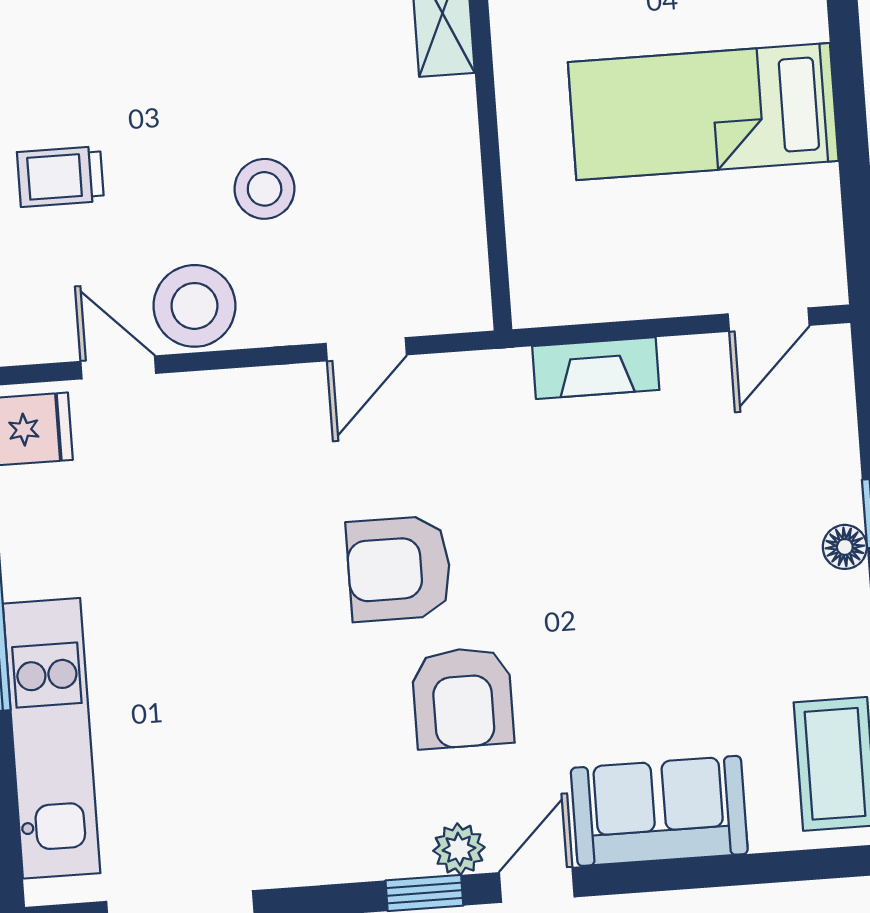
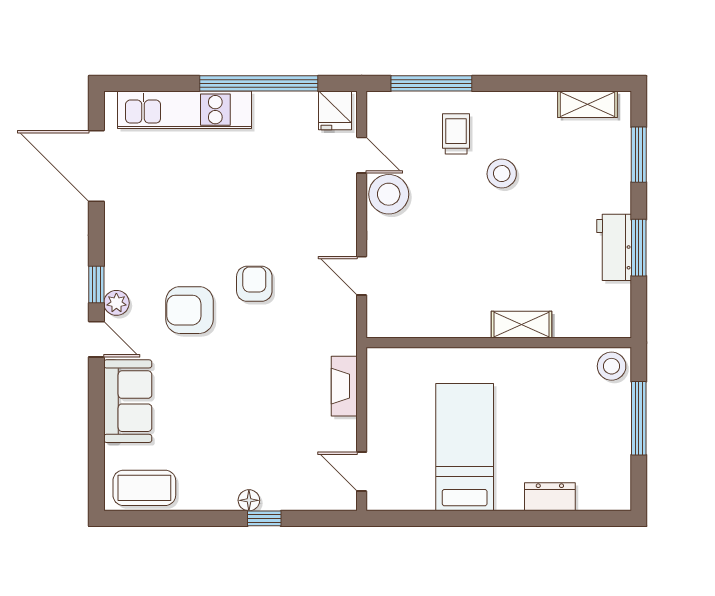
stool: (265, 189) -> (502, 174), moved
door: (118, 367) -> (362, 155), hinge flipped
armchair: (399, 569) -> (254, 284), width x0.72, depth x0.72

